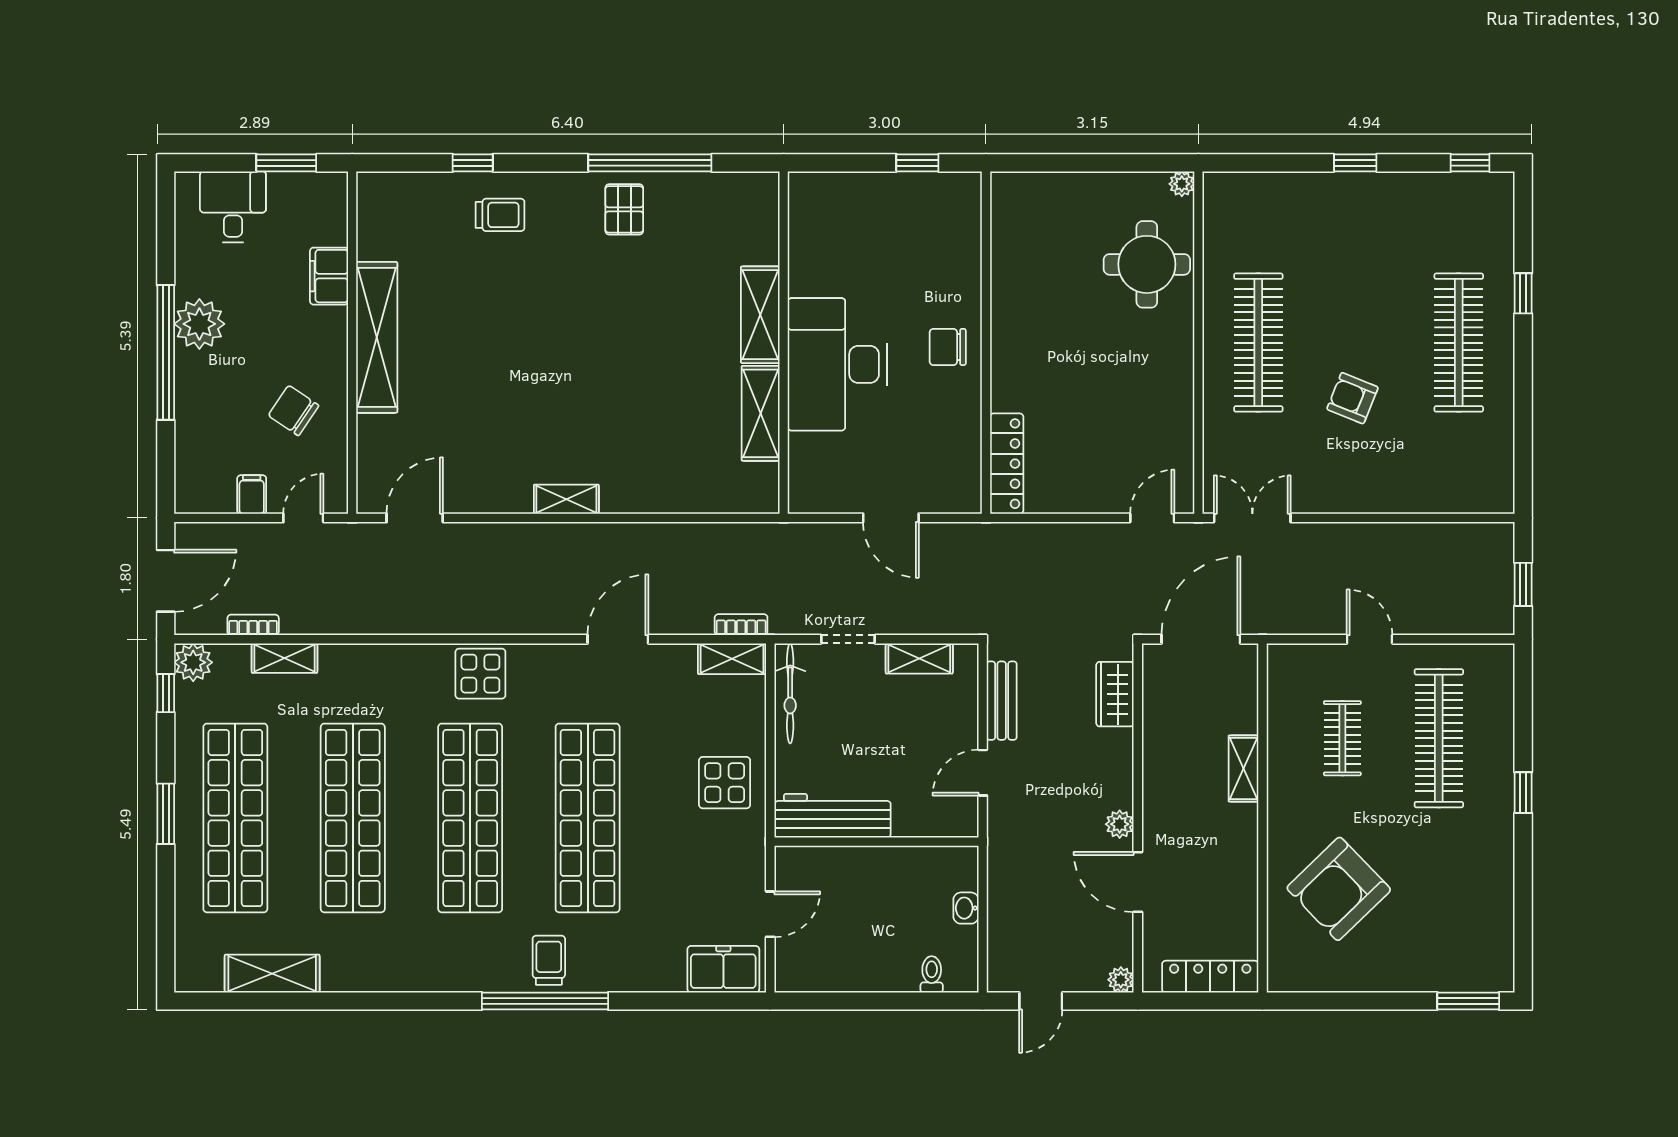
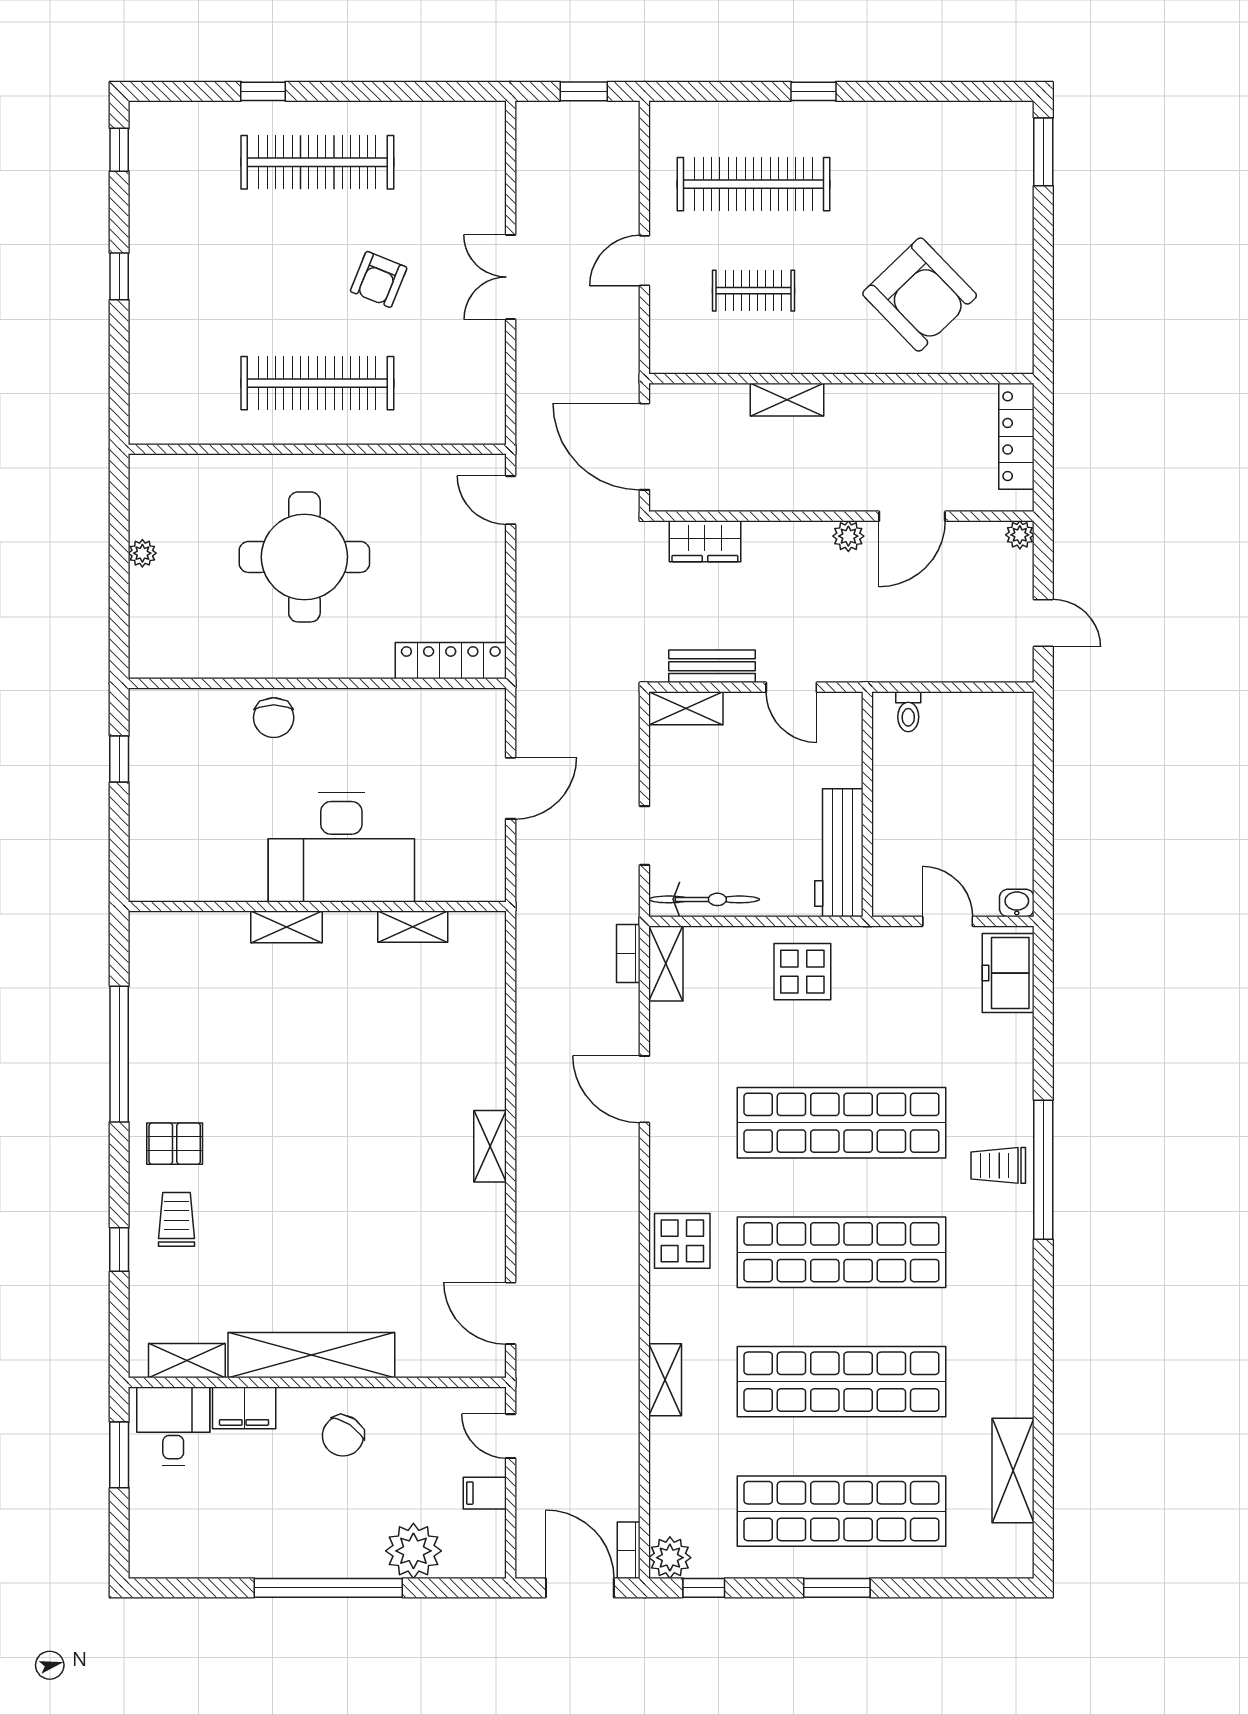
plant: (1182, 184) -> (142, 553), moved
desk: (233, 207) -> (173, 1426), moved, turned 90
pallet: (624, 209) -> (175, 1144), moved
shelving: (372, 224) -> (187, 1361), added
round table: (1147, 264) -> (304, 557), moved, width x1.36, depth x1.36
shelving: (760, 315) -> (287, 927), width x0.67, depth x0.75
plant: (199, 324) -> (413, 1551), moved
chair: (948, 347) -> (274, 718), moved
chair: (294, 411) -> (343, 1436), moved
shelving: (761, 413) -> (413, 927), width x0.67, depth x0.75
double door: (1252, 518) -> (511, 277), moved
bookcase: (253, 625) -> (629, 1550), moved
shelving: (284, 658) -> (665, 1380), moved
shelving: (919, 658) -> (686, 708), moved, turned 90
washbasin: (966, 908) -> (1017, 903), moved, turned 180
toilet: (932, 974) -> (908, 712), moved, turned -90

